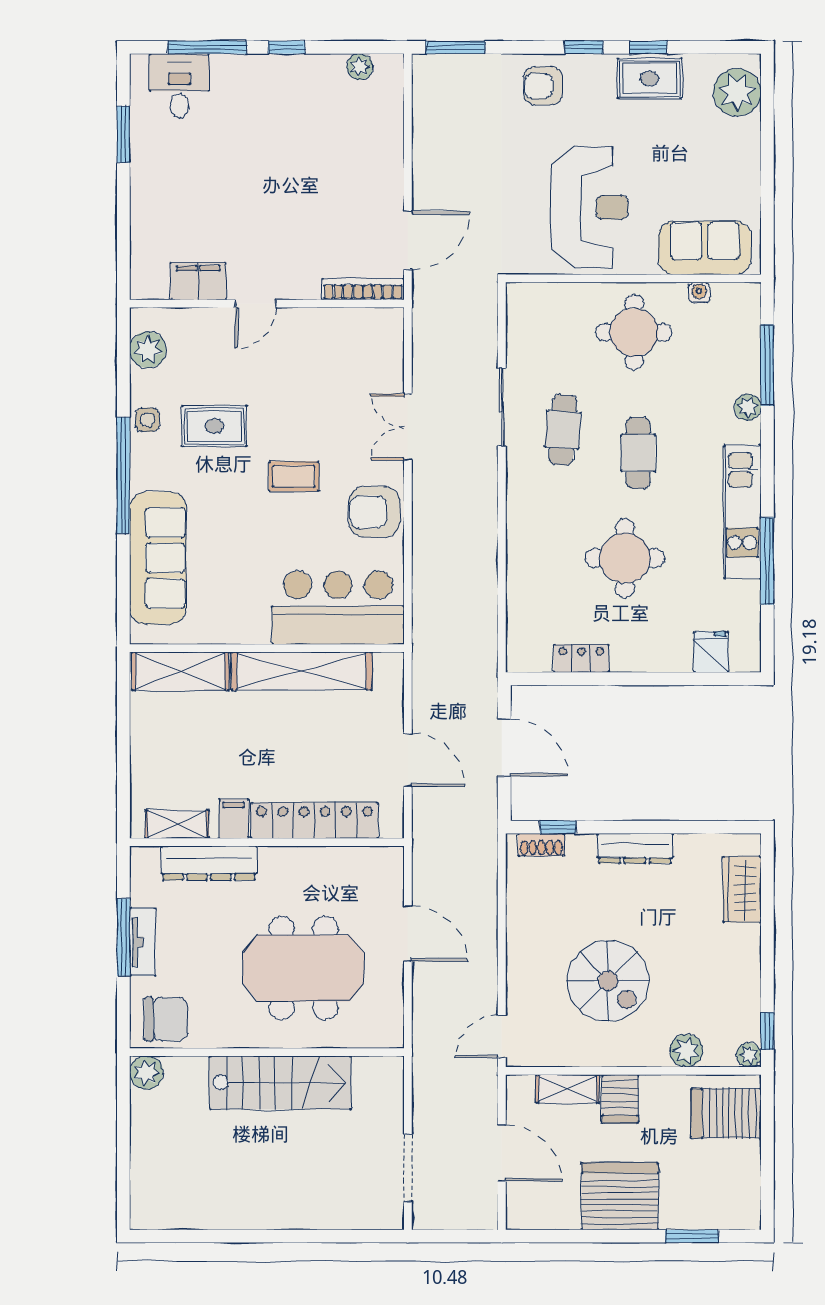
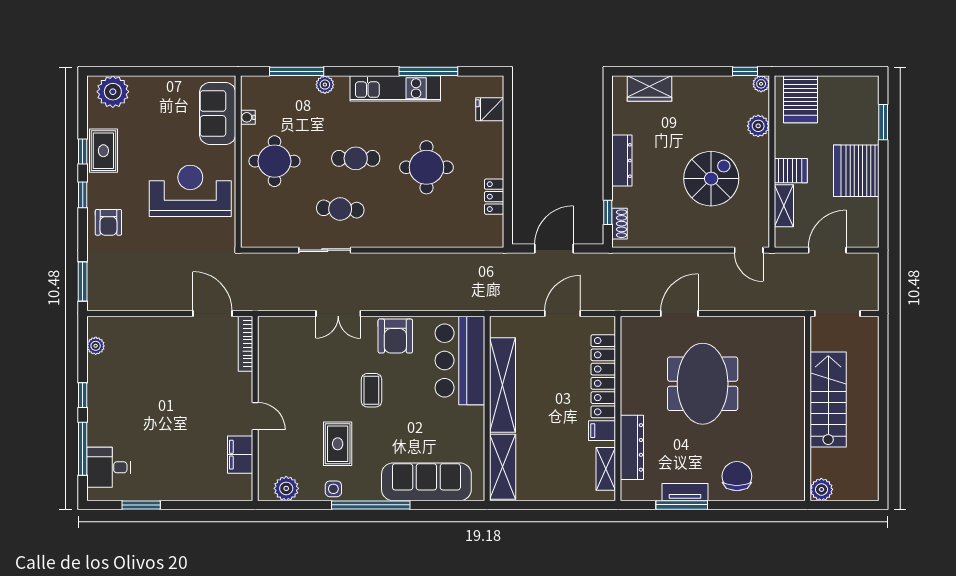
wall: (267, 1052) -> (808, 408), moved
plant: (146, 1073) -> (821, 489), moved
stairs: (280, 1083) -> (828, 399), moved

